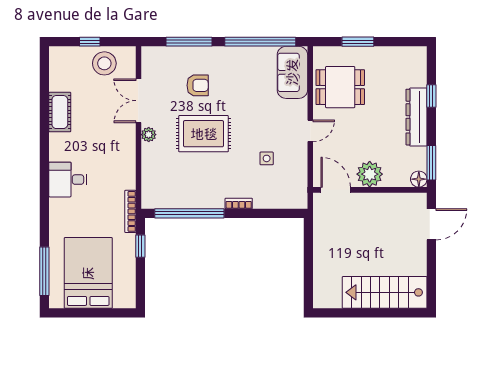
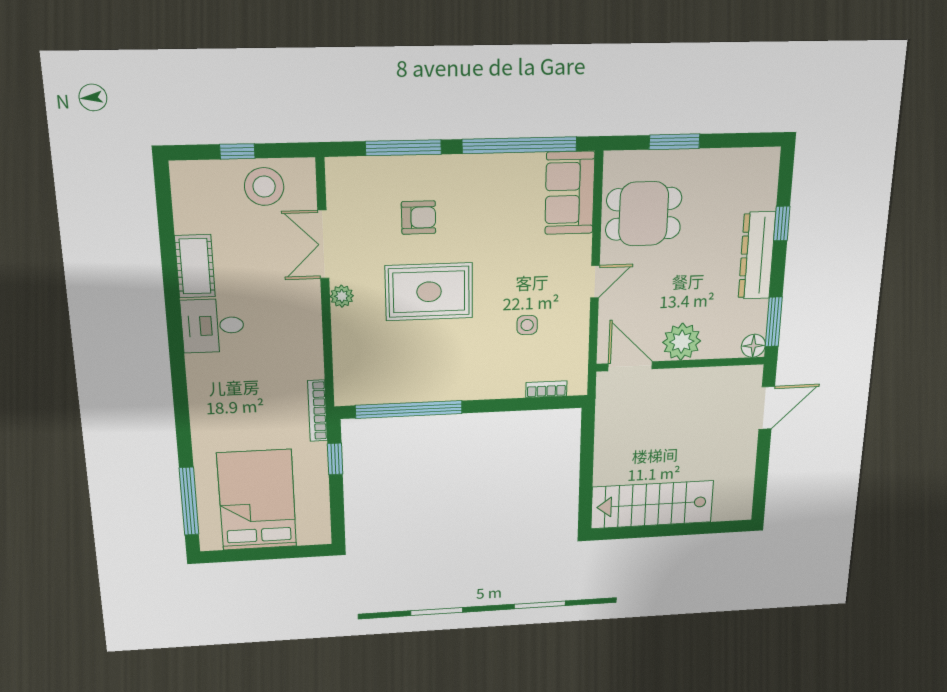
desk: (68, 180) -> (213, 326), moved
bookcase: (239, 203) -> (546, 389), moved
stairs: (385, 292) -> (652, 505), moved

